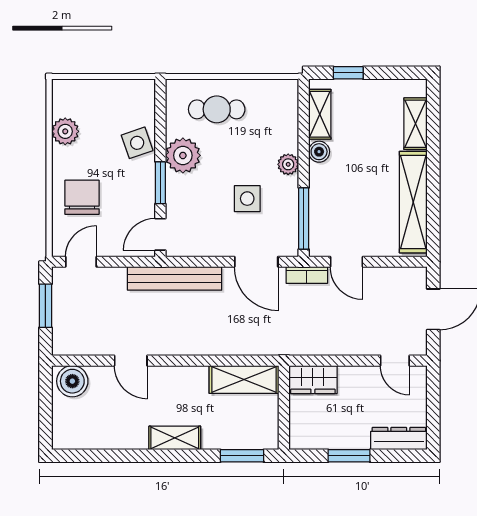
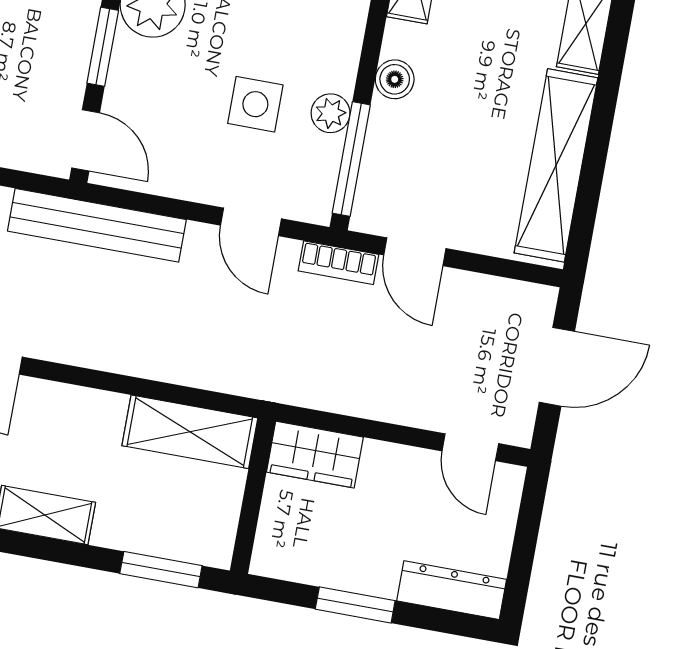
boiler: (319, 152) -> (395, 79), moved
plant: (288, 164) -> (331, 113), moved
door: (160, 234) -> (86, 140), swing flipped
door: (256, 262) -> (251, 222), width x0.73

